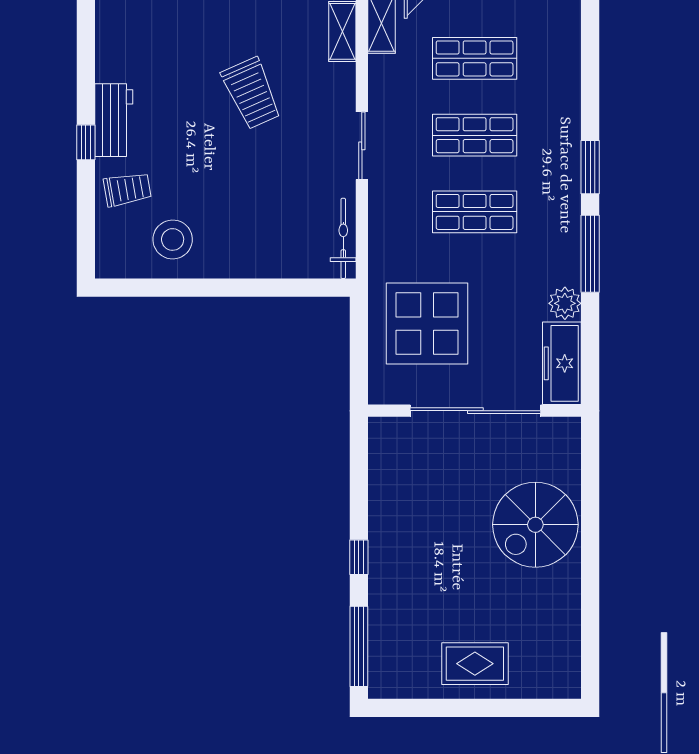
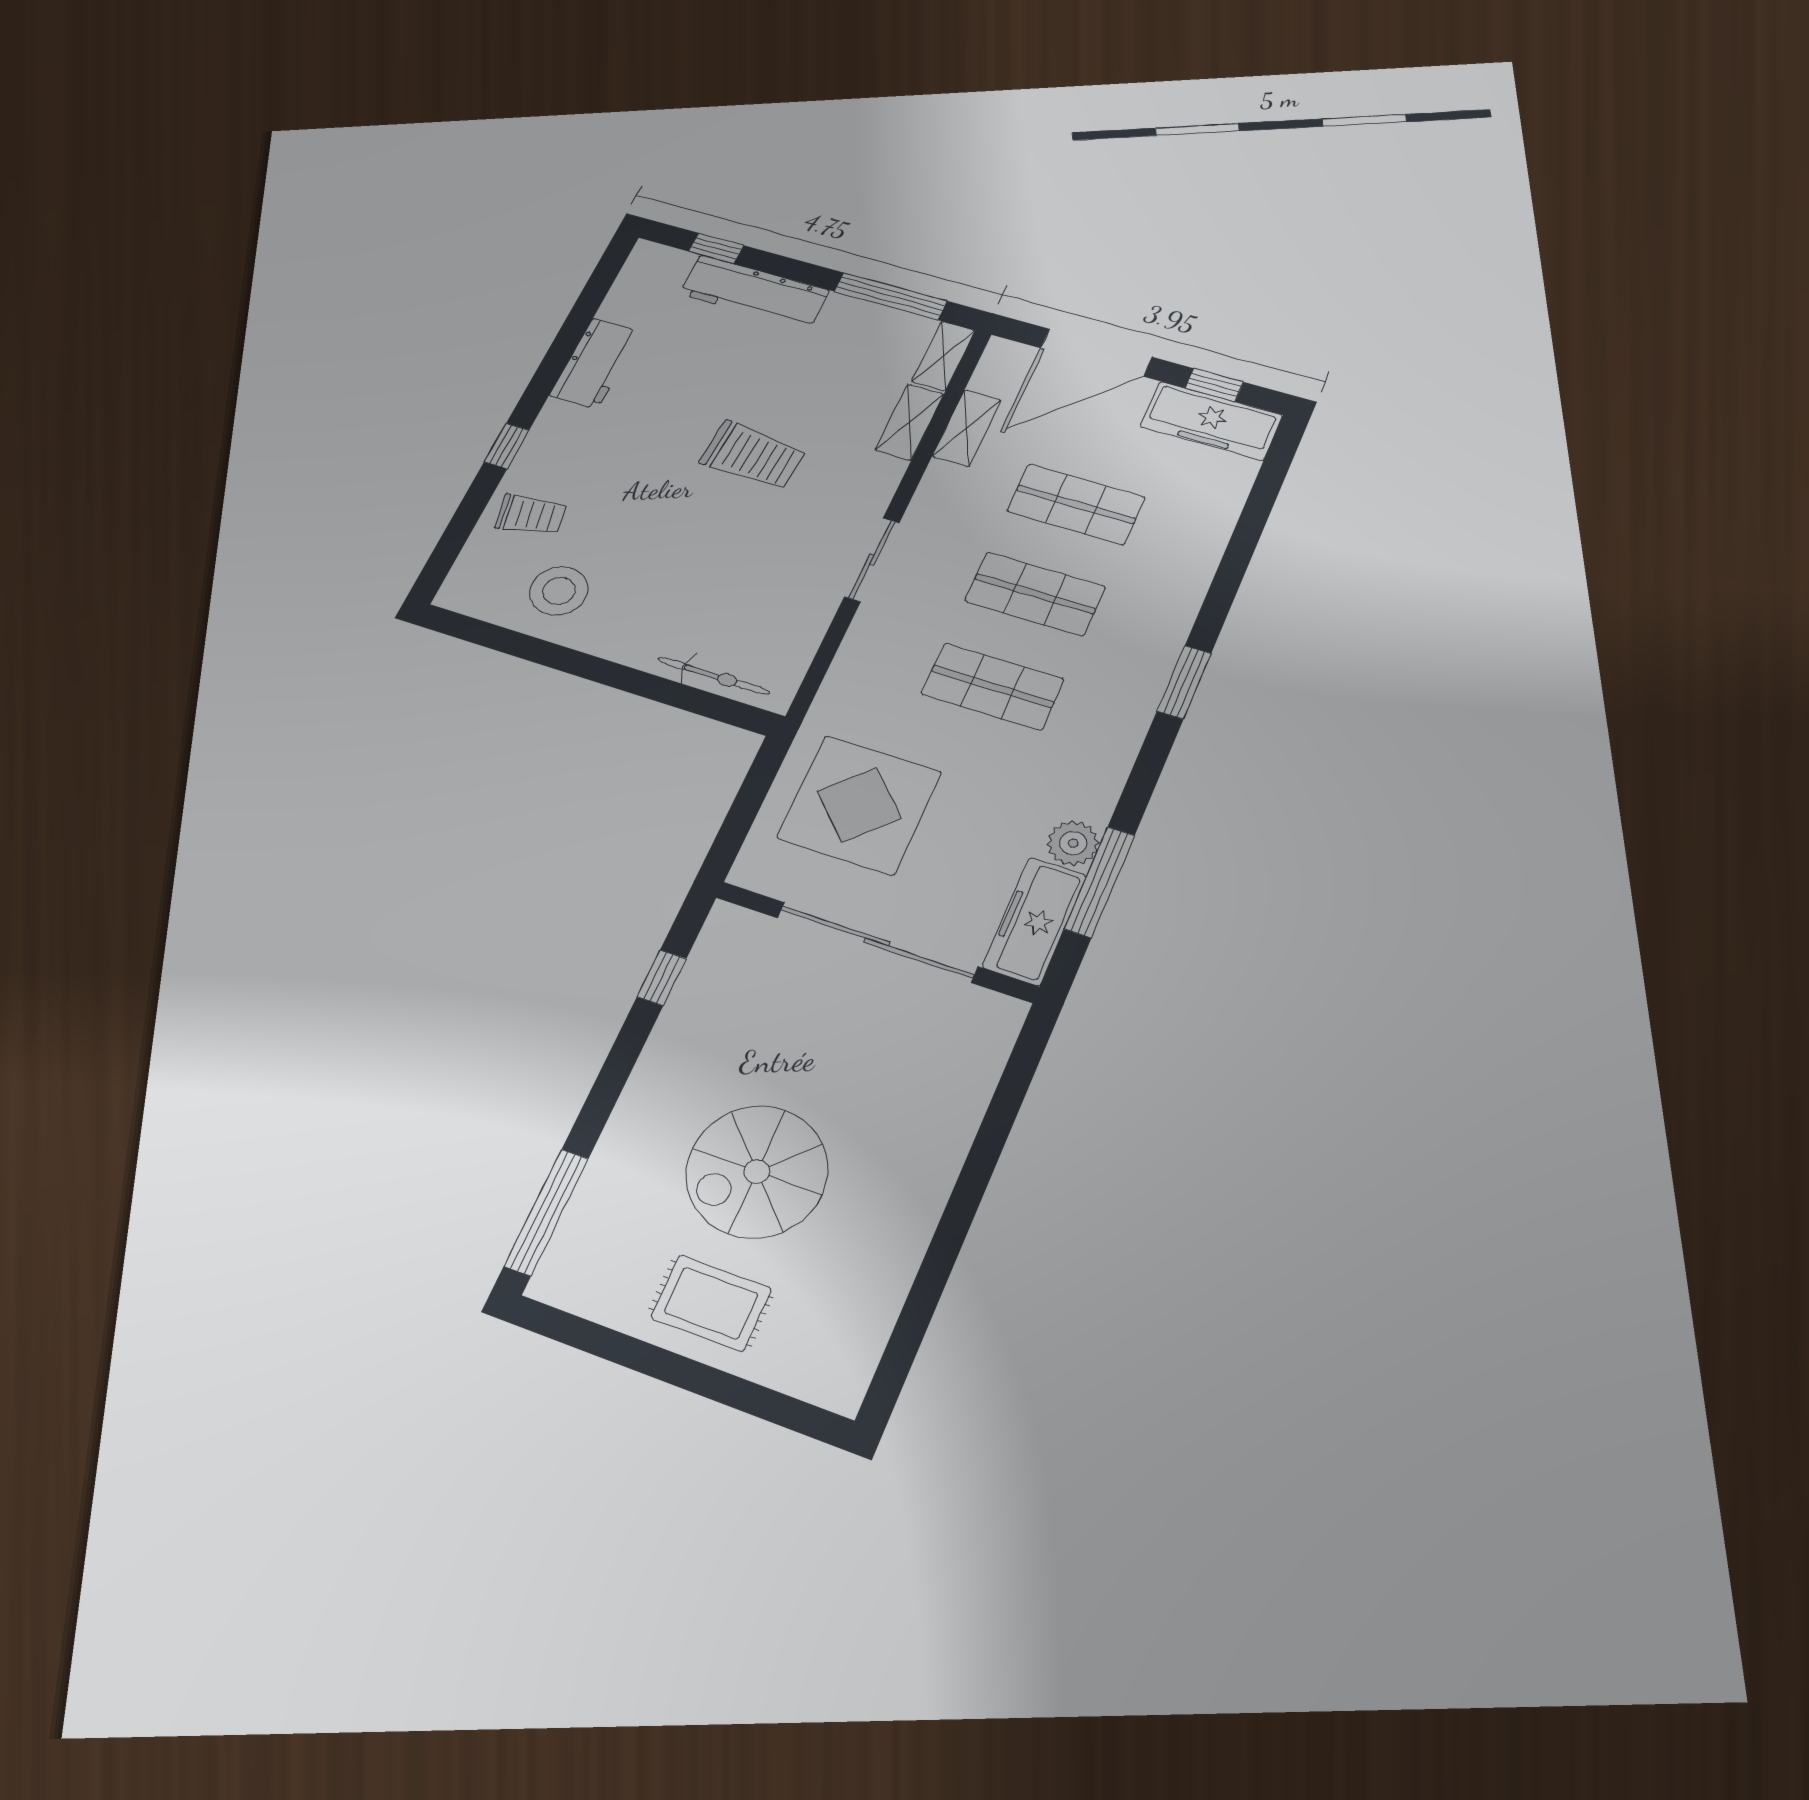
trolley: (251, 93) -> (753, 456), turned -62
workbench: (114, 120) -> (595, 364), moved
bicycle: (343, 238) -> (714, 676), moved, turned 90
window: (590, 254) -> (1100, 882), moved
spiral stairs: (535, 525) -> (757, 1172), moved
window: (359, 557) -> (662, 978), moved

